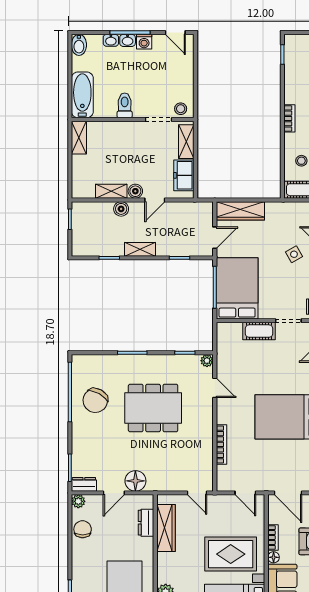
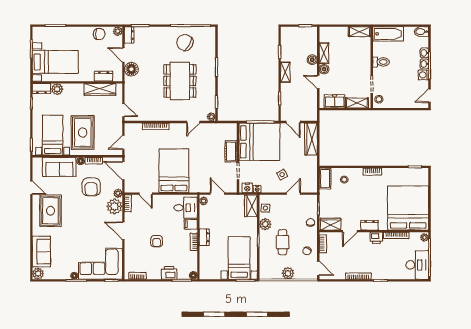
bed: (237, 288) -> (259, 142), width x1.36
door: (197, 493) -> (123, 110), swing flipped
door: (288, 493) -> (123, 171), hinge flipped

